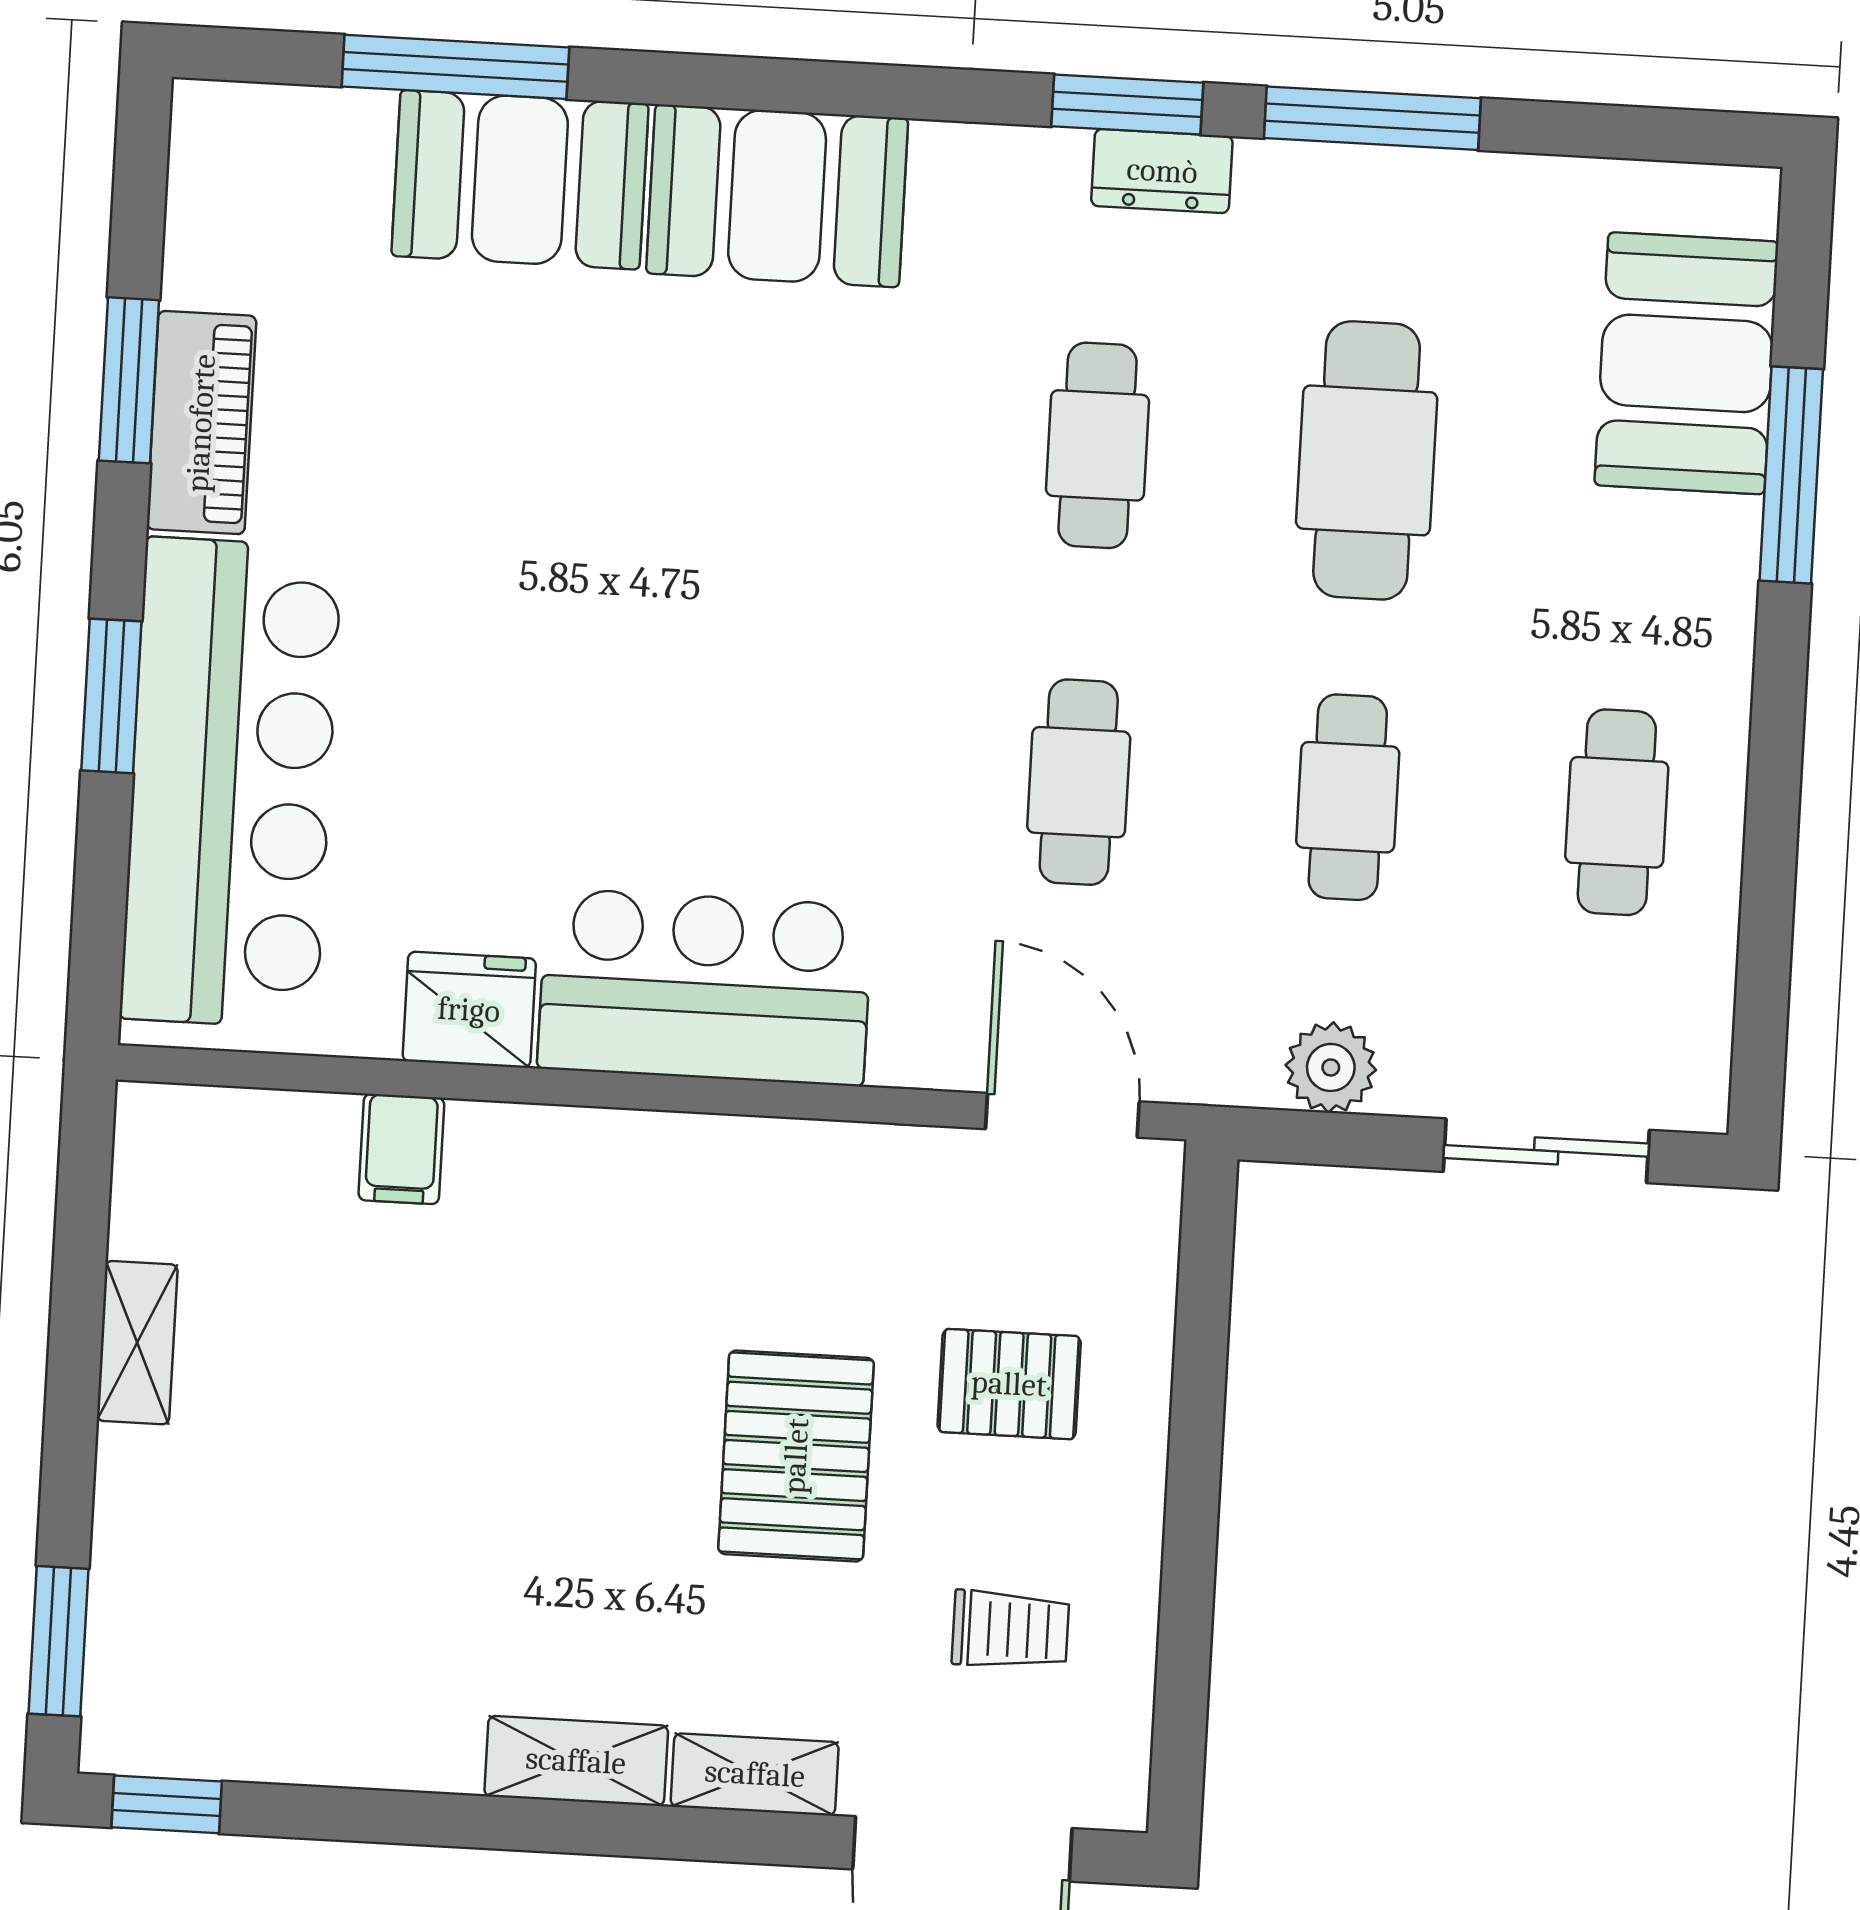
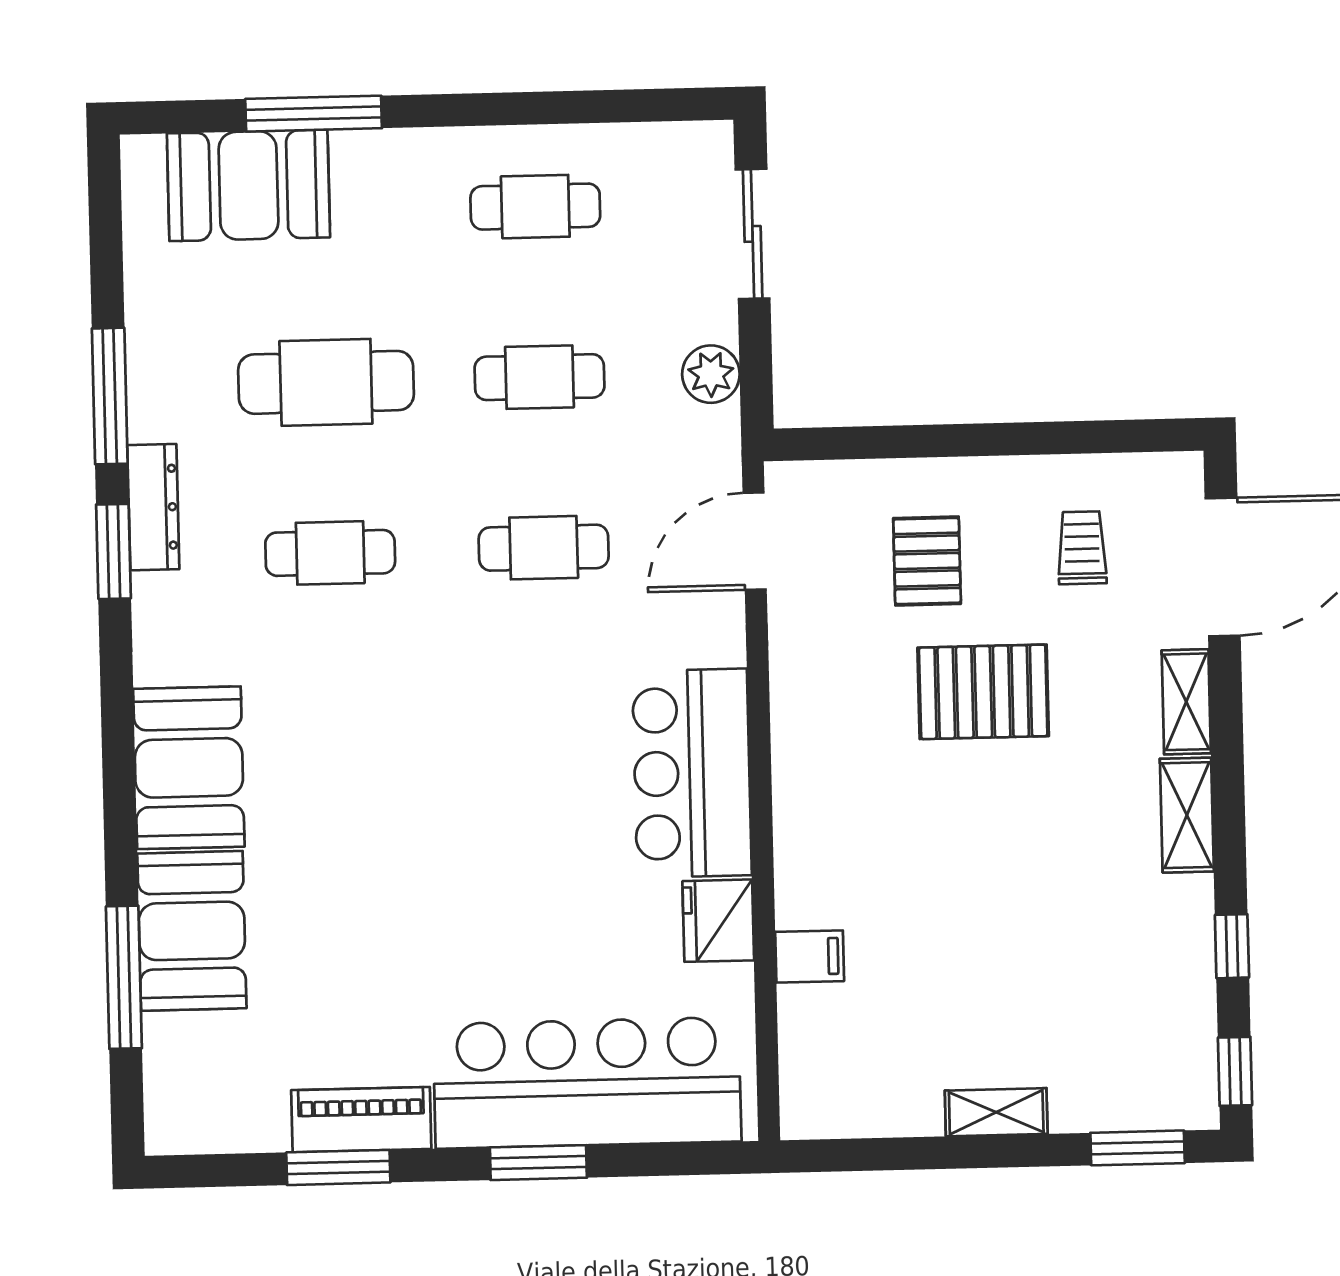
dresser: (1162, 171) -> (153, 507), width x1.44
shelving: (137, 1343) -> (996, 1112), moved
window: (364, 1815) -> (1232, 946), added

